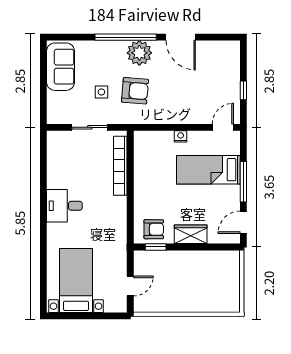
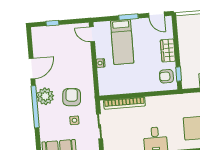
window: (243, 90) -> (52, 23), moved
window: (243, 182) -> (128, 17), width x0.69
armchair: (154, 229) -> (166, 76), turned -90

